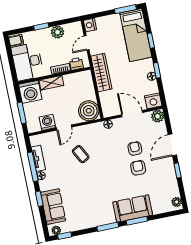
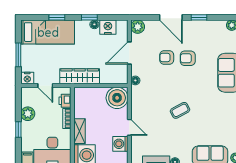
window: (125, 9) -> (18, 55), moved
nightstand: (153, 101) -> (108, 27), moved, turned -90
coffee table: (81, 154) -> (180, 110), moved

